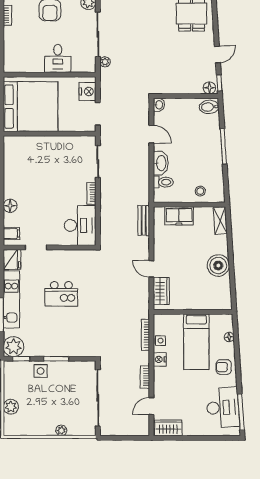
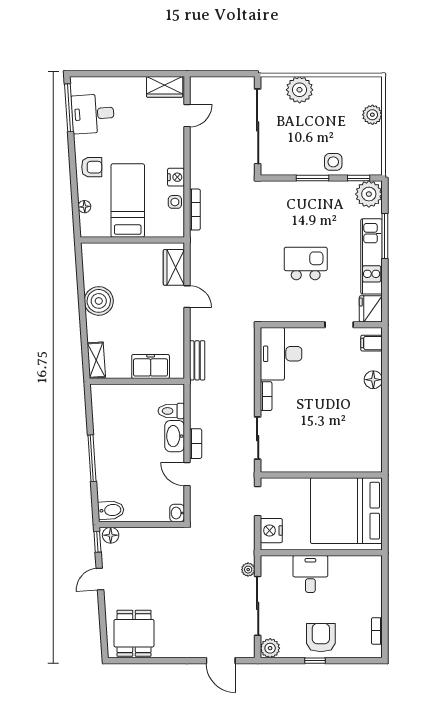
stool: (200, 191) -> (123, 399), removed
bookcase: (145, 377) -> (196, 444), moved
desk: (223, 407) -> (93, 114), width x0.73
plant: (61, 430) -> (300, 90), width x1.87, depth x1.87

